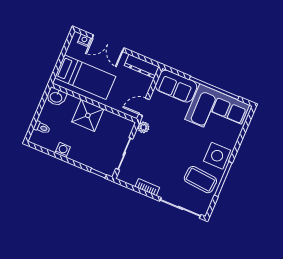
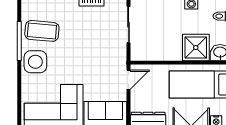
shower: (88, 115) -> (196, 48), moved
plant: (143, 127) -> (120, 59), removed

